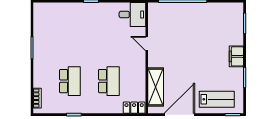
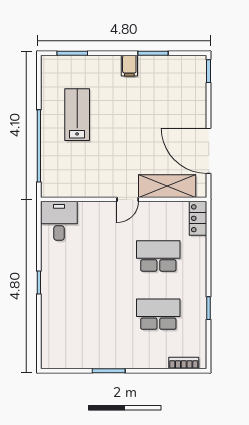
door: (147, 44) -> (128, 199), moved
filing cabinet: (236, 56) -> (129, 66), width x0.50
lab bench: (217, 99) -> (77, 115), moved

